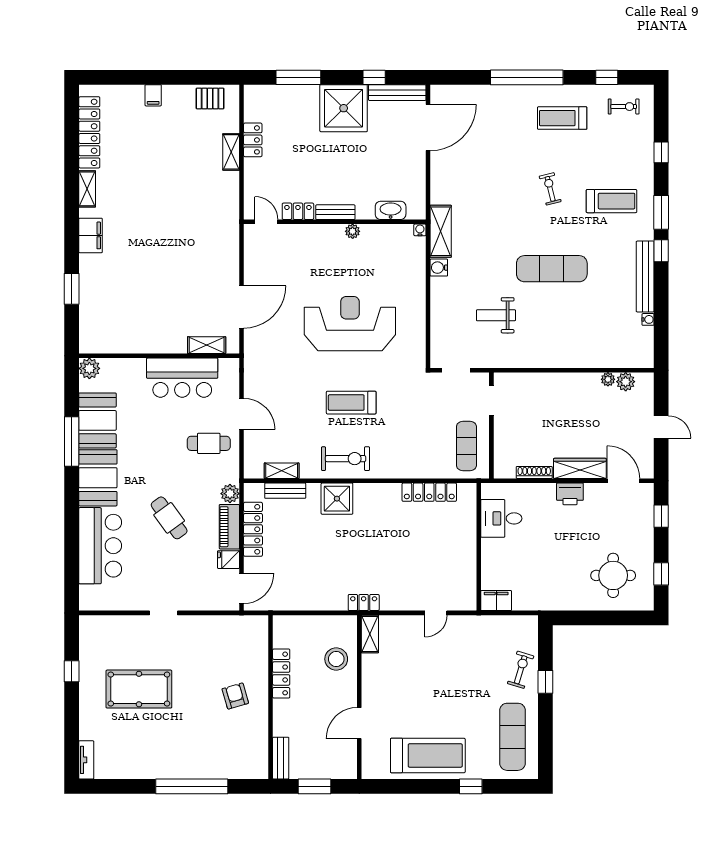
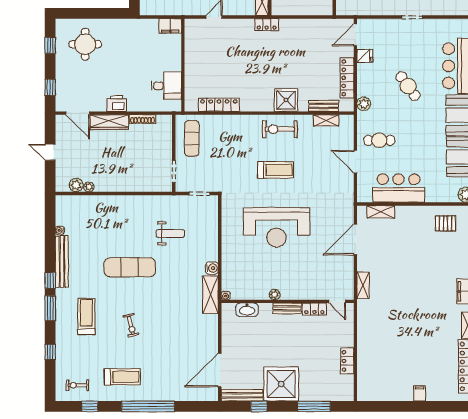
pallet: (210, 98) -> (446, 223), moved
shelving: (231, 152) -> (363, 285), moved
treadmill: (612, 201) -> (86, 316), turned 90
piano: (229, 527) -> (364, 80), removed

